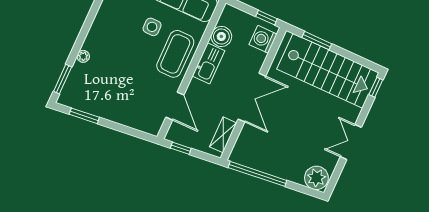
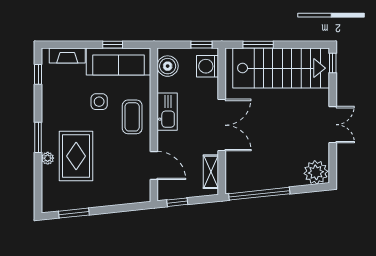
boiler: (221, 36) -> (168, 66), moved
coffee table: (175, 54) -> (132, 117), width x0.73, depth x0.76
rug: (109, 66) -> (76, 156), added
window: (63, 79) -> (38, 137), moved
double door: (351, 142) -> (333, 125), swing flipped

